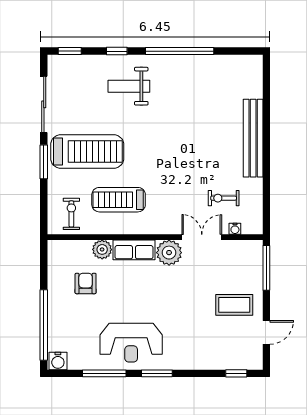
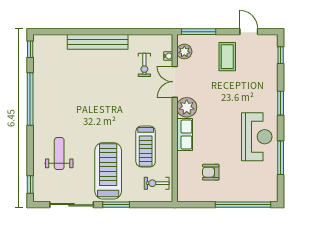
window: (117, 51) -> (30, 49), moved
weight bench: (129, 86) -> (59, 154), moved, turned 180
plant: (102, 249) -> (184, 52), moved
water cooler: (58, 361) -> (271, 194), removed
window: (157, 373) -> (281, 103), moved

